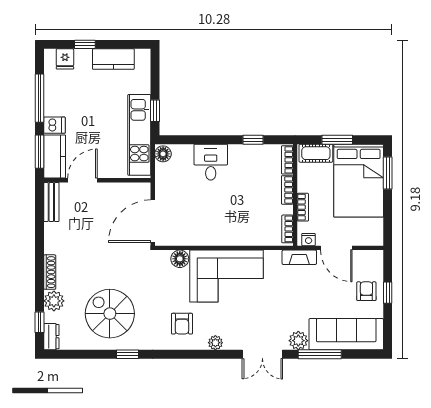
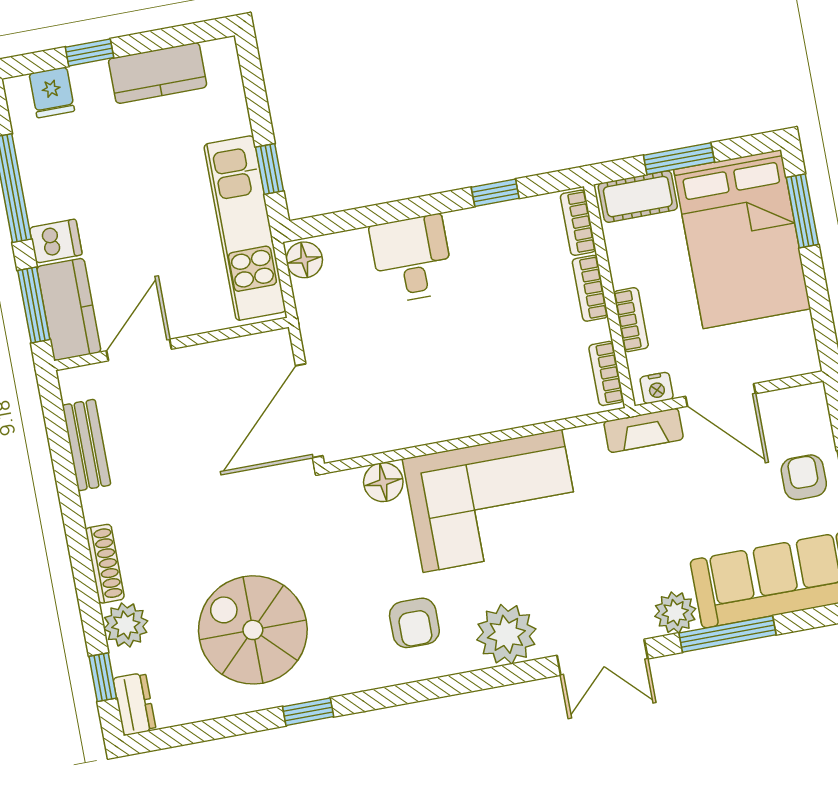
bench: (51, 202) -> (87, 445), moved
plant: (215, 343) -> (506, 634), width x1.87, depth x1.87

